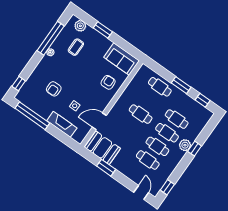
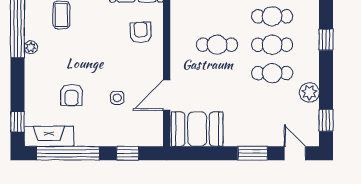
fireplace: (62, 124) -> (49, 136), moved
window: (61, 136) -> (128, 153), added
plant: (185, 145) -> (309, 92), moved
cafe table: (148, 160) -> (272, 102), removed
window: (106, 168) -> (253, 153), moved

